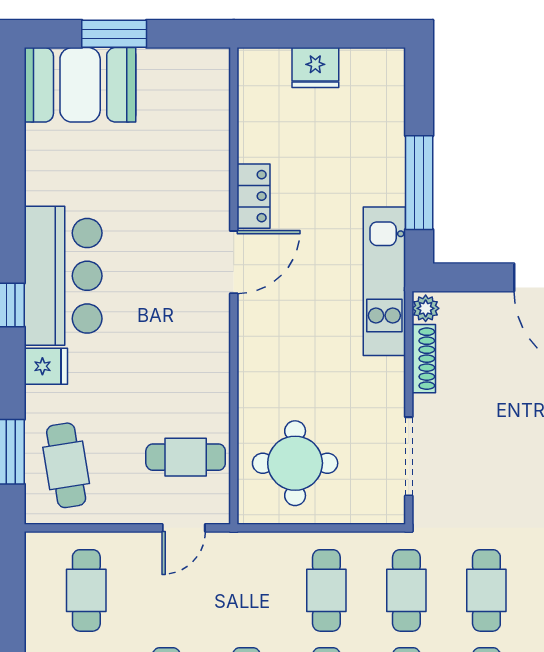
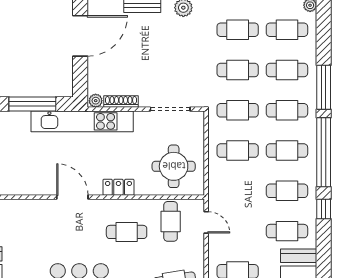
locker: (253, 196) -> (118, 187), moved
kitchen unit: (384, 281) -> (82, 121), width x1.36
cafe table: (165, 370) -> (127, 232), added

